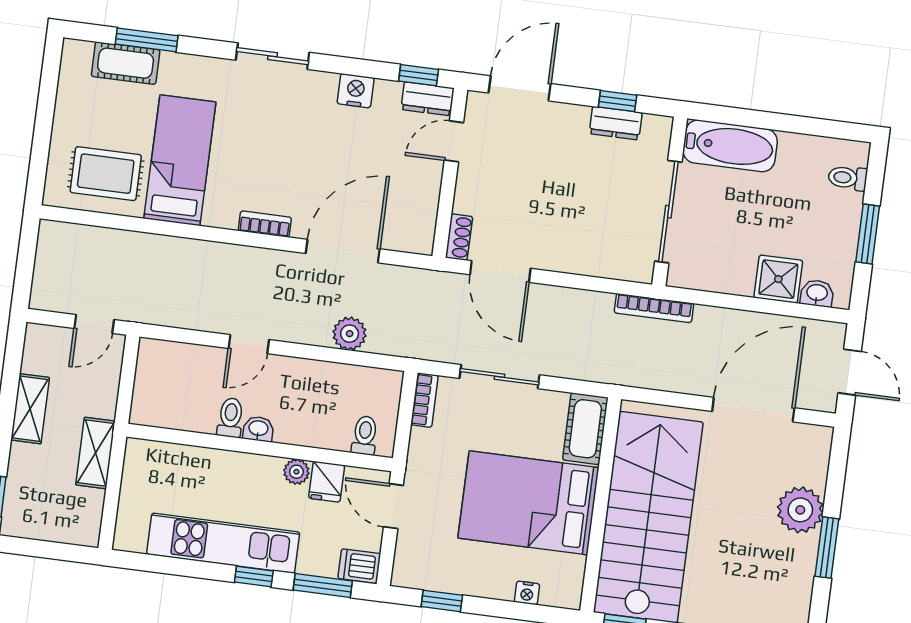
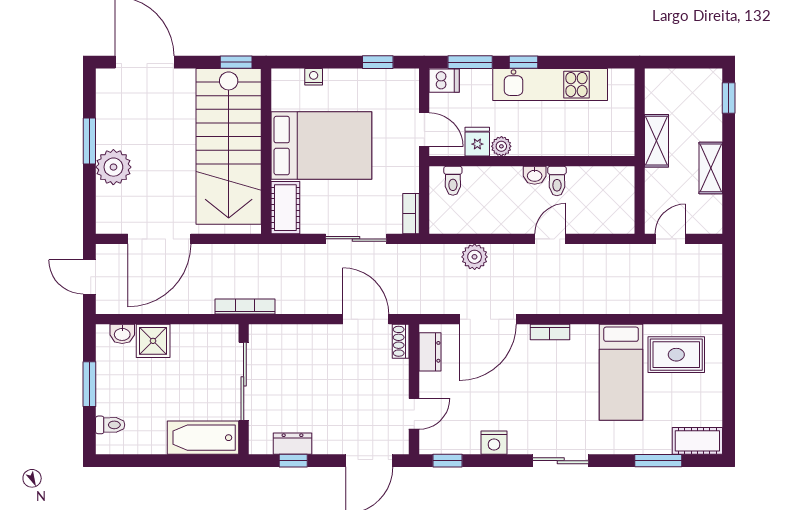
cot: (126, 63) -> (697, 441), moved
dresser: (428, 99) -> (430, 352), moved, turned 90

